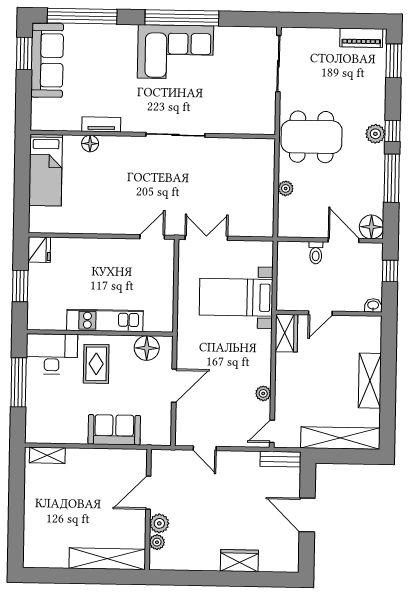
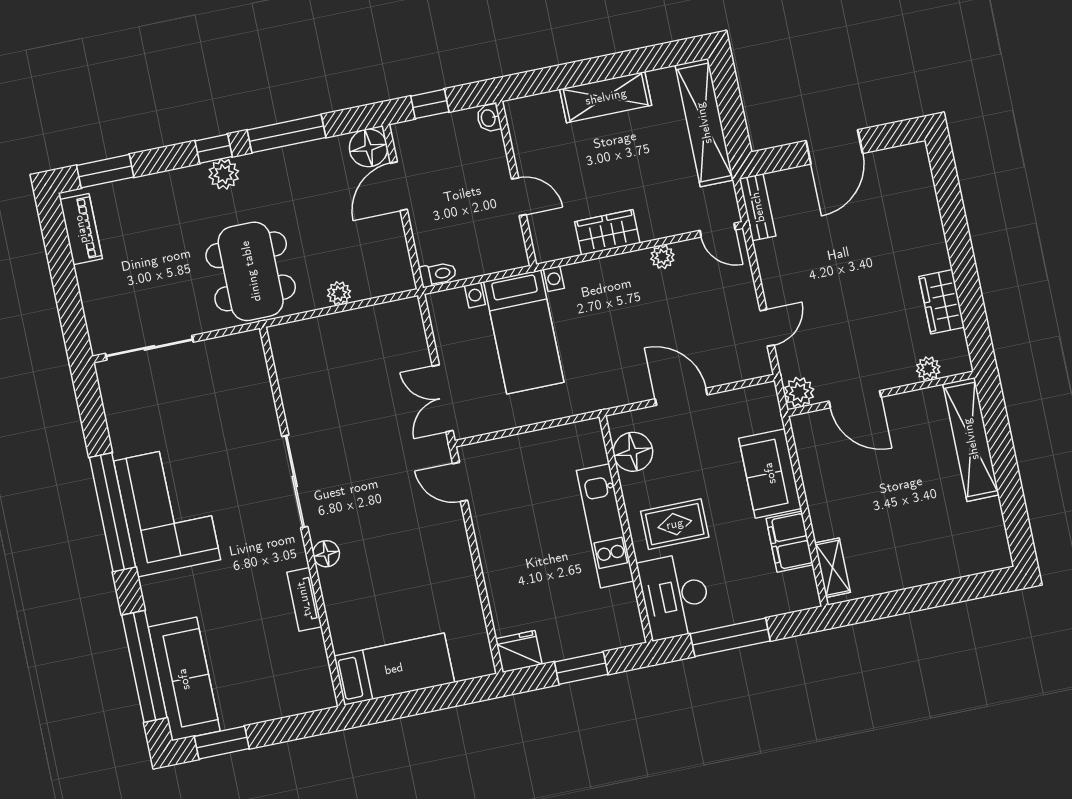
sofa: (47, 60) -> (184, 679), moved, turned 90
floor lamp: (90, 144) -> (326, 554), moved
toilet: (316, 253) -> (438, 274), moved
wardrobe: (286, 333) -> (607, 232), moved
filing cabinet: (69, 432) -> (790, 542), added
plant: (159, 523) -> (799, 392), moved
wardrobe: (239, 561) -> (942, 302), moved

